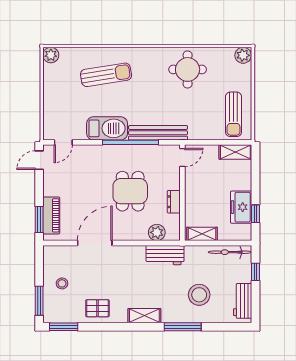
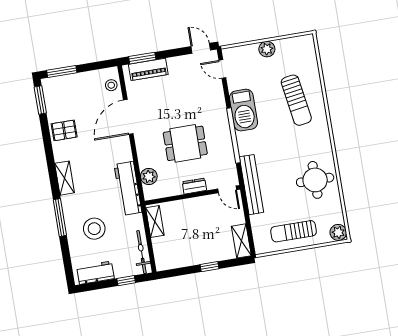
plant: (51, 55) -> (267, 49), moved
sun lounger: (234, 114) -> (294, 231), moved
bench: (158, 133) -> (251, 185), moved
dresser: (174, 202) -> (194, 186), moved
freezer: (241, 207) -> (188, 256), removed
window: (256, 214) -> (209, 267), moved
door: (95, 243) -> (128, 117), swing flipped
workbench: (165, 255) -> (128, 188), width x1.37
stool: (62, 283) -> (111, 85), moved
pallet: (97, 308) -> (64, 130), turned 90

